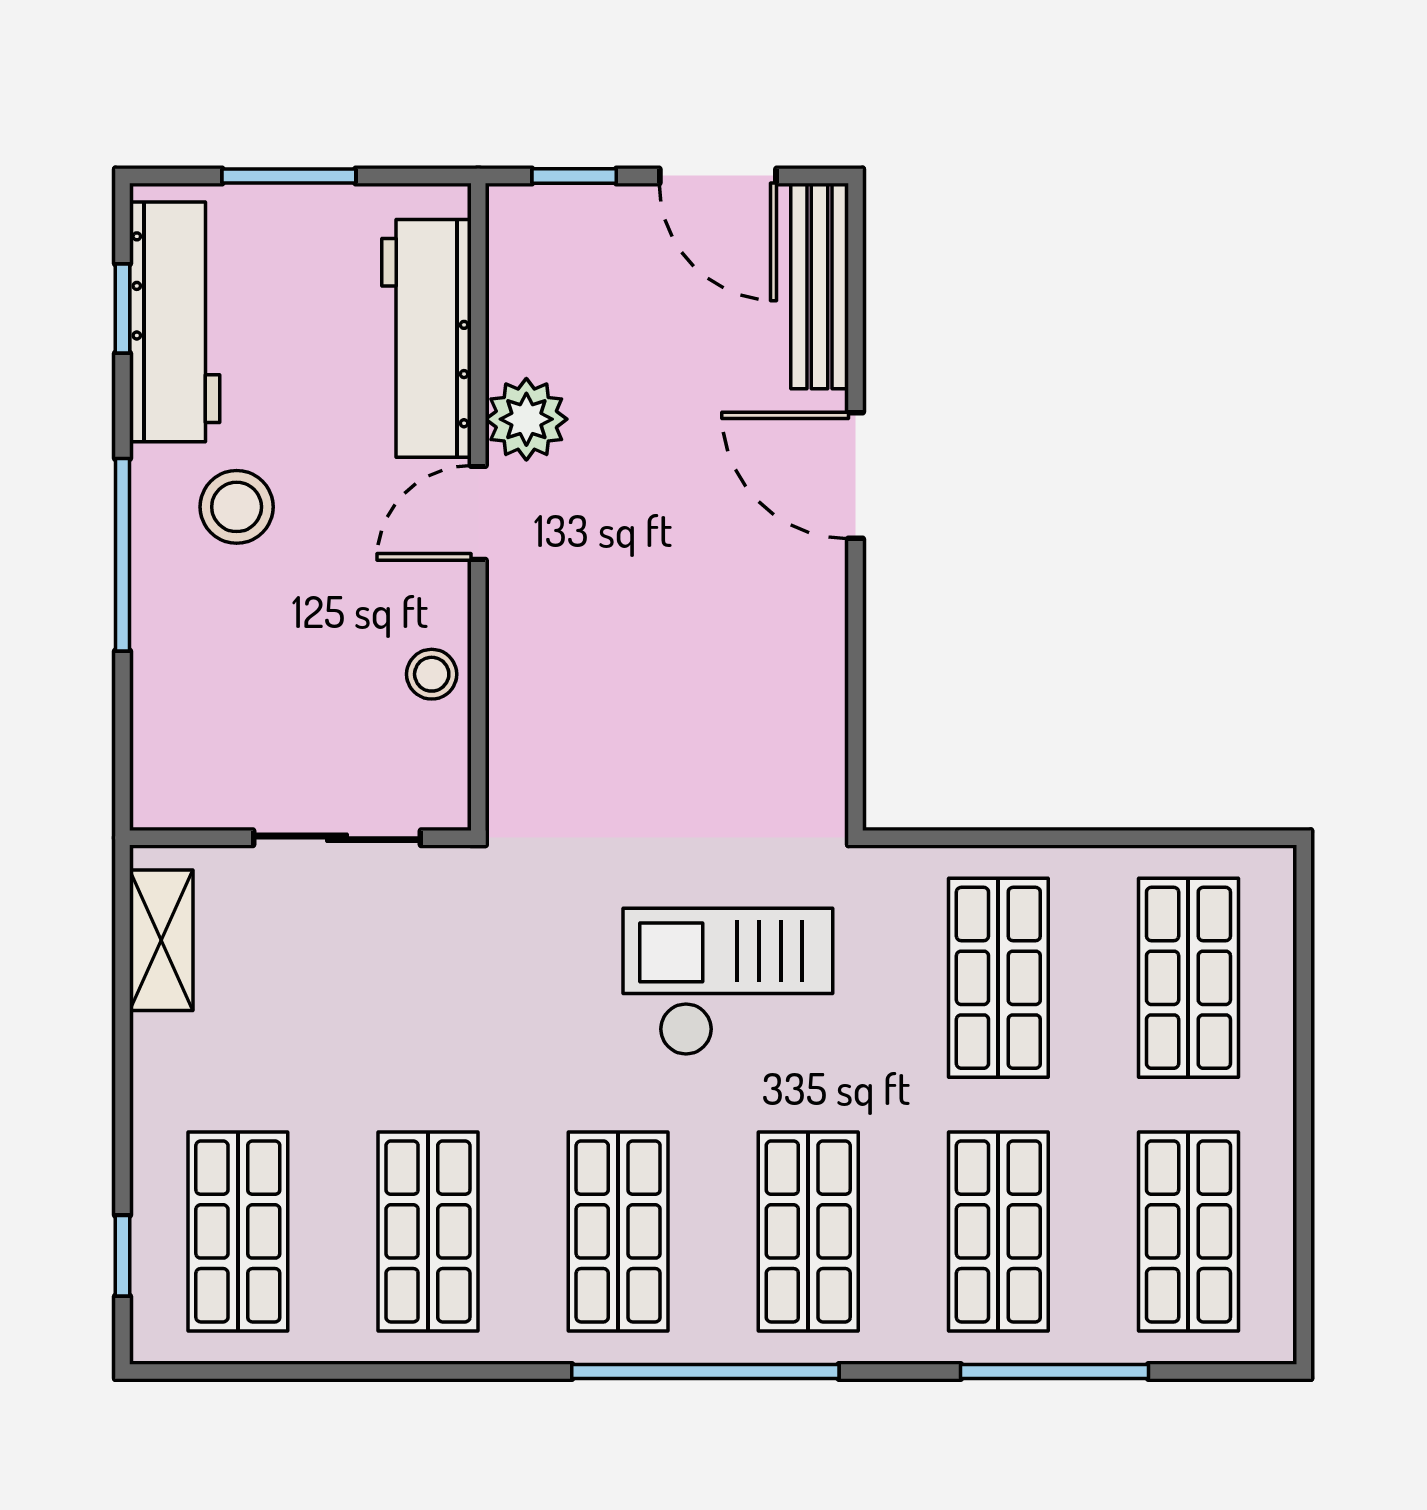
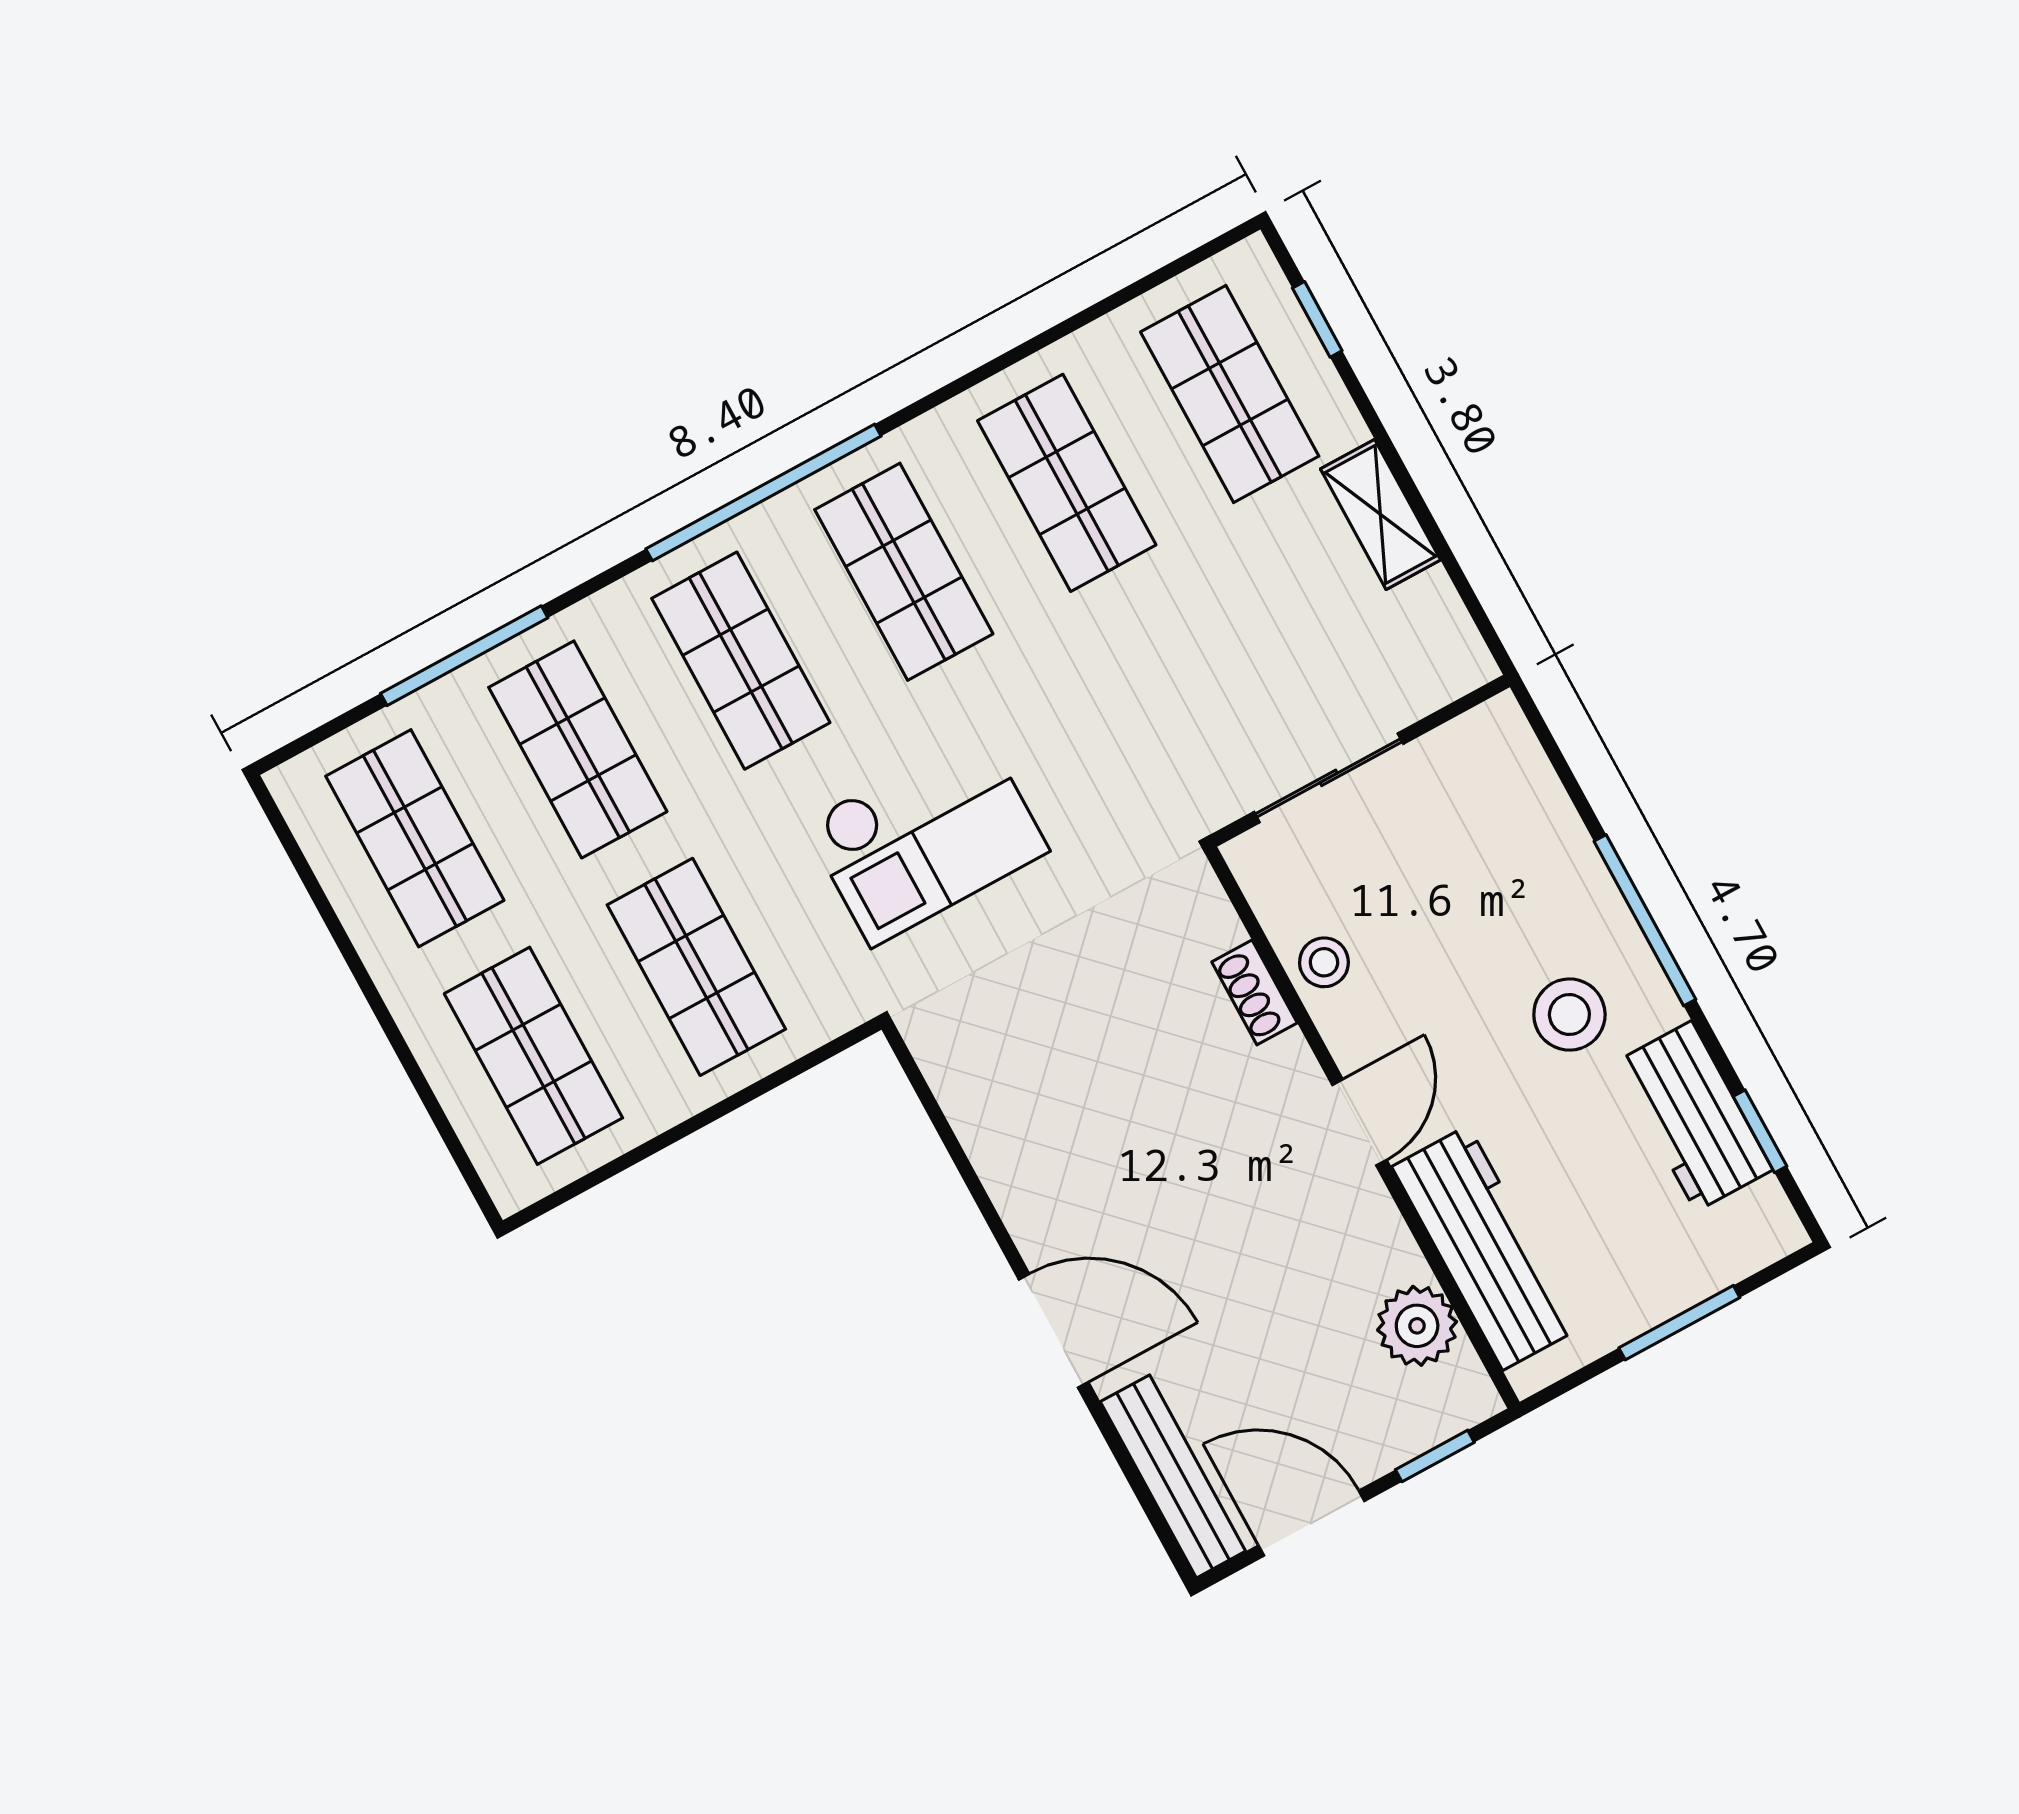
workbench: (175, 322) -> (1694, 1116), width x0.73
plant: (526, 419) -> (1417, 1326), moved
shoe rack: (509, 681) -> (1254, 992), added
shelving: (161, 940) -> (1380, 514), moved

